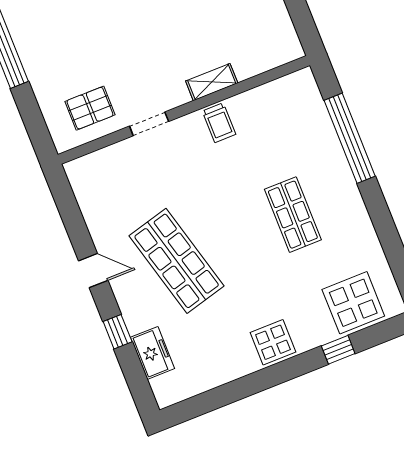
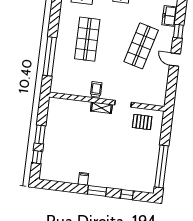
shelving: (212, 82) -> (101, 108), moved
shop shelf: (293, 215) -> (87, 39), width x1.43, depth x1.36
shop shelf: (177, 261) -> (141, 46), turned 30

